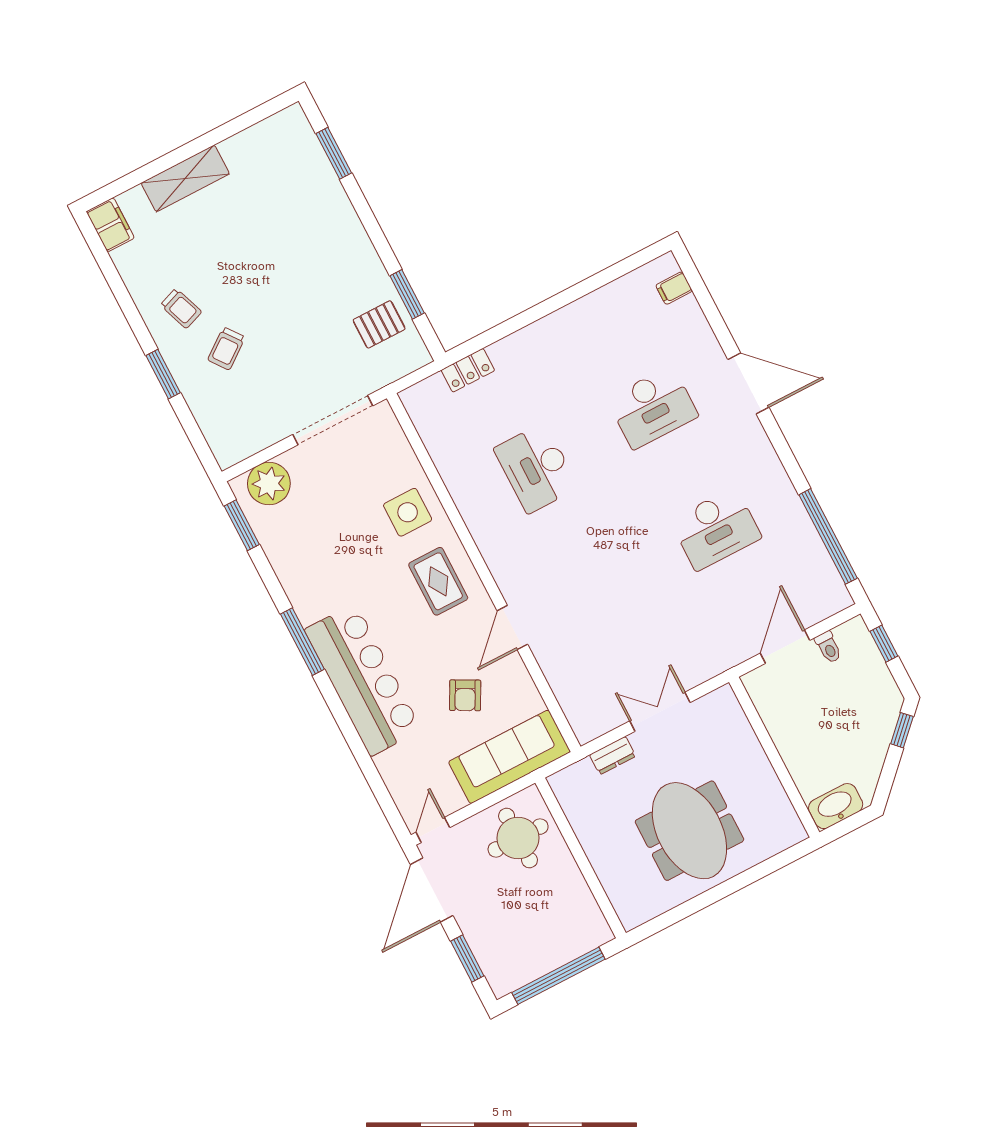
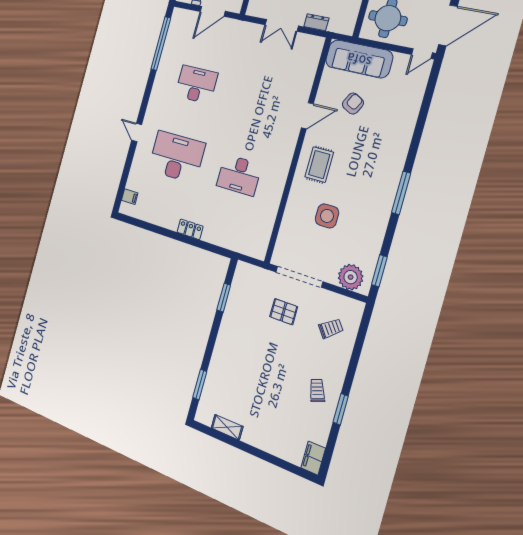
shelving: (185, 178) -> (227, 427), moved, width x0.67, depth x0.75
pallet: (379, 324) -> (284, 312), moved
trolley: (226, 349) -> (331, 328), moved
locker: (468, 370) -> (190, 229), moved
window: (163, 374) -> (341, 409), moved
door: (748, 383) -> (137, 133), width x0.53
desk: (653, 407) -> (177, 157), width x1.36, depth x1.30
desk: (536, 468) -> (239, 175), turned 90
side table: (408, 512) -> (327, 216), moved
bar counter: (363, 680) -> (390, 151), removed

